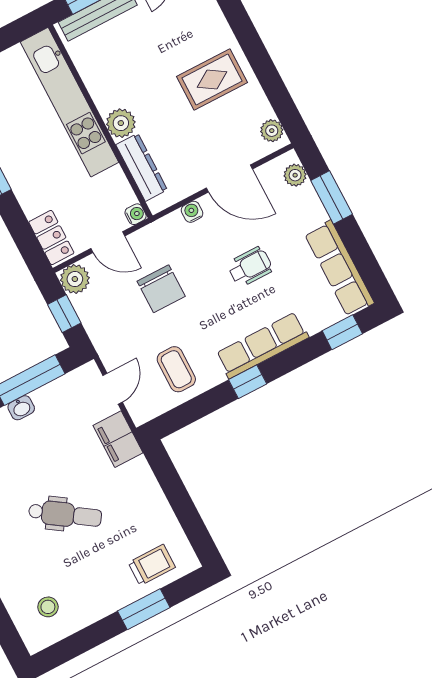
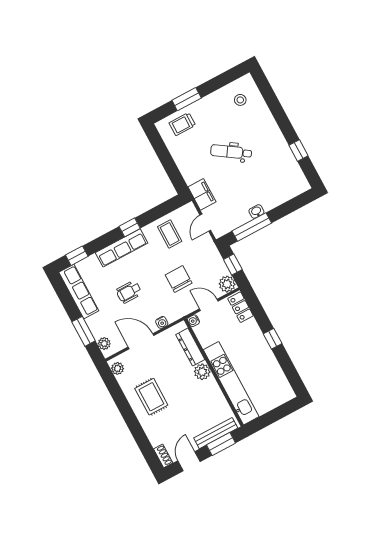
rug: (212, 80) -> (151, 397), turned 90

